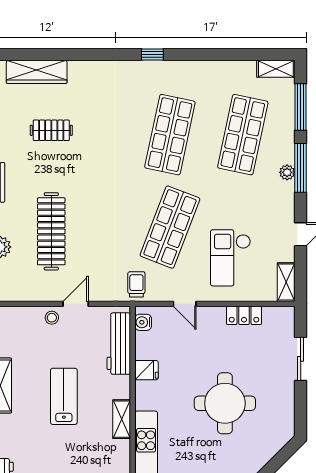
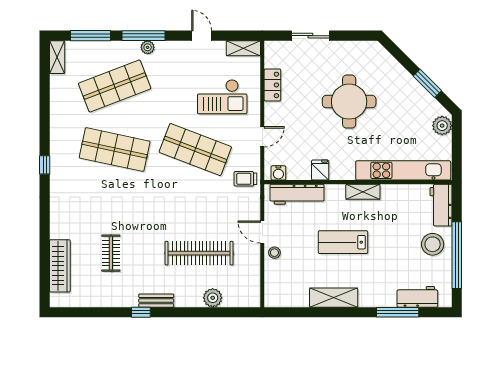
shop shelf: (243, 135) -> (115, 86), turned -33

